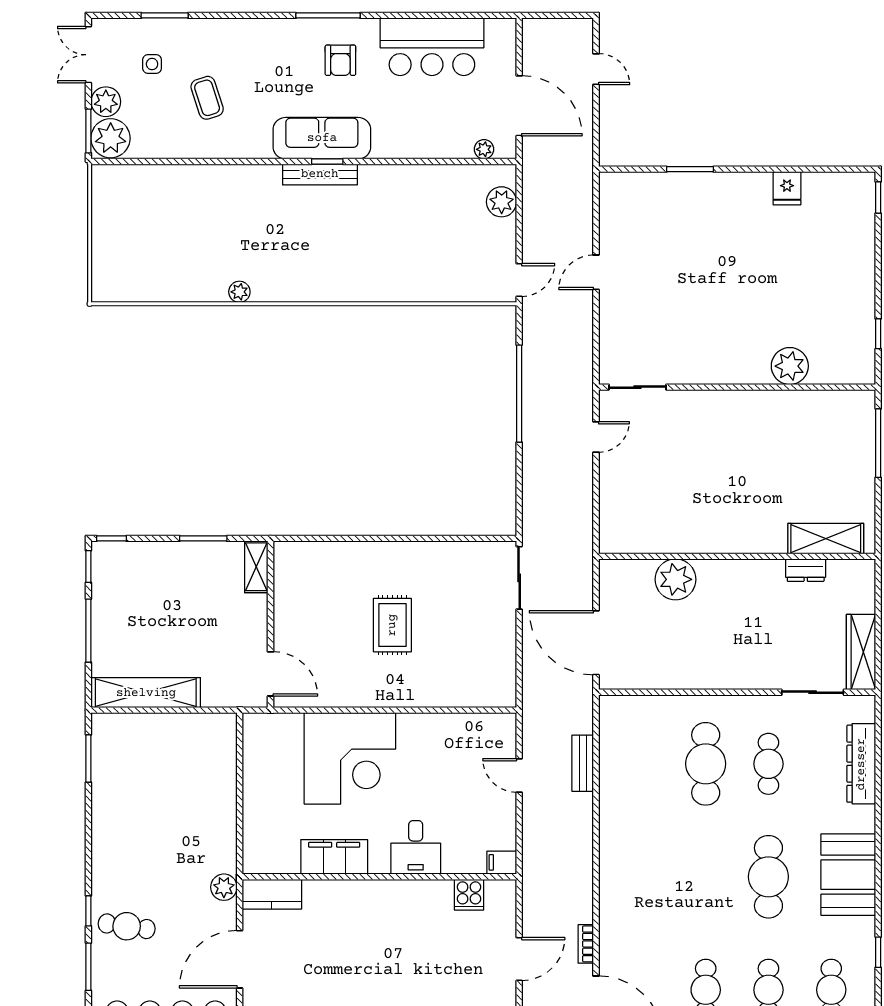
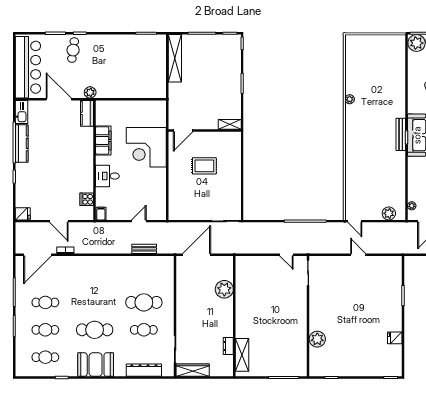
shelving: (256, 567) -> (230, 124), moved
wall: (270, 624) -> (205, 131), moved
door: (270, 674) -> (183, 131), moved

